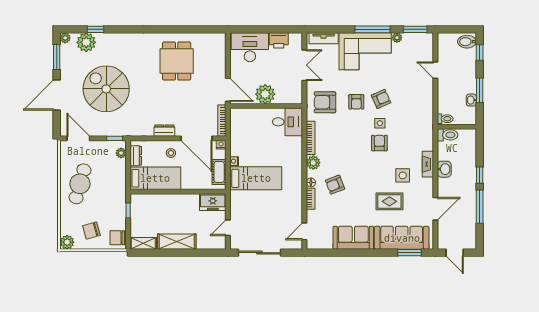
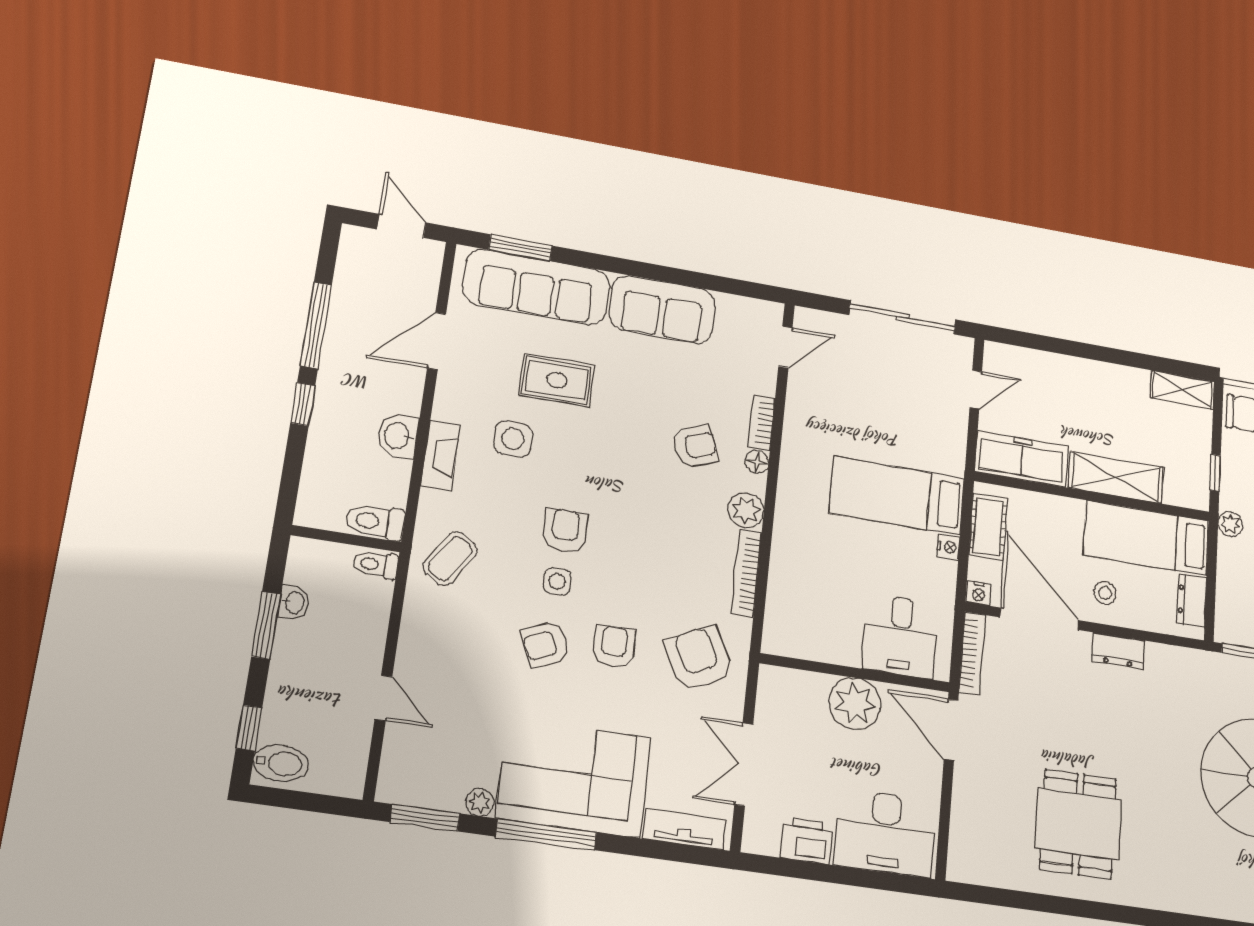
armchair: (325, 102) -> (699, 659), turned -116
desk: (287, 122) -> (900, 636), moved, turned -90
coffee table: (419, 125) -> (450, 559), added
armchair: (379, 143) -> (565, 531), turned 180
plant: (121, 153) -> (1230, 524), moved
freezer: (213, 202) -> (1022, 459), width x1.40
shelving: (177, 242) -> (1116, 477), moved

